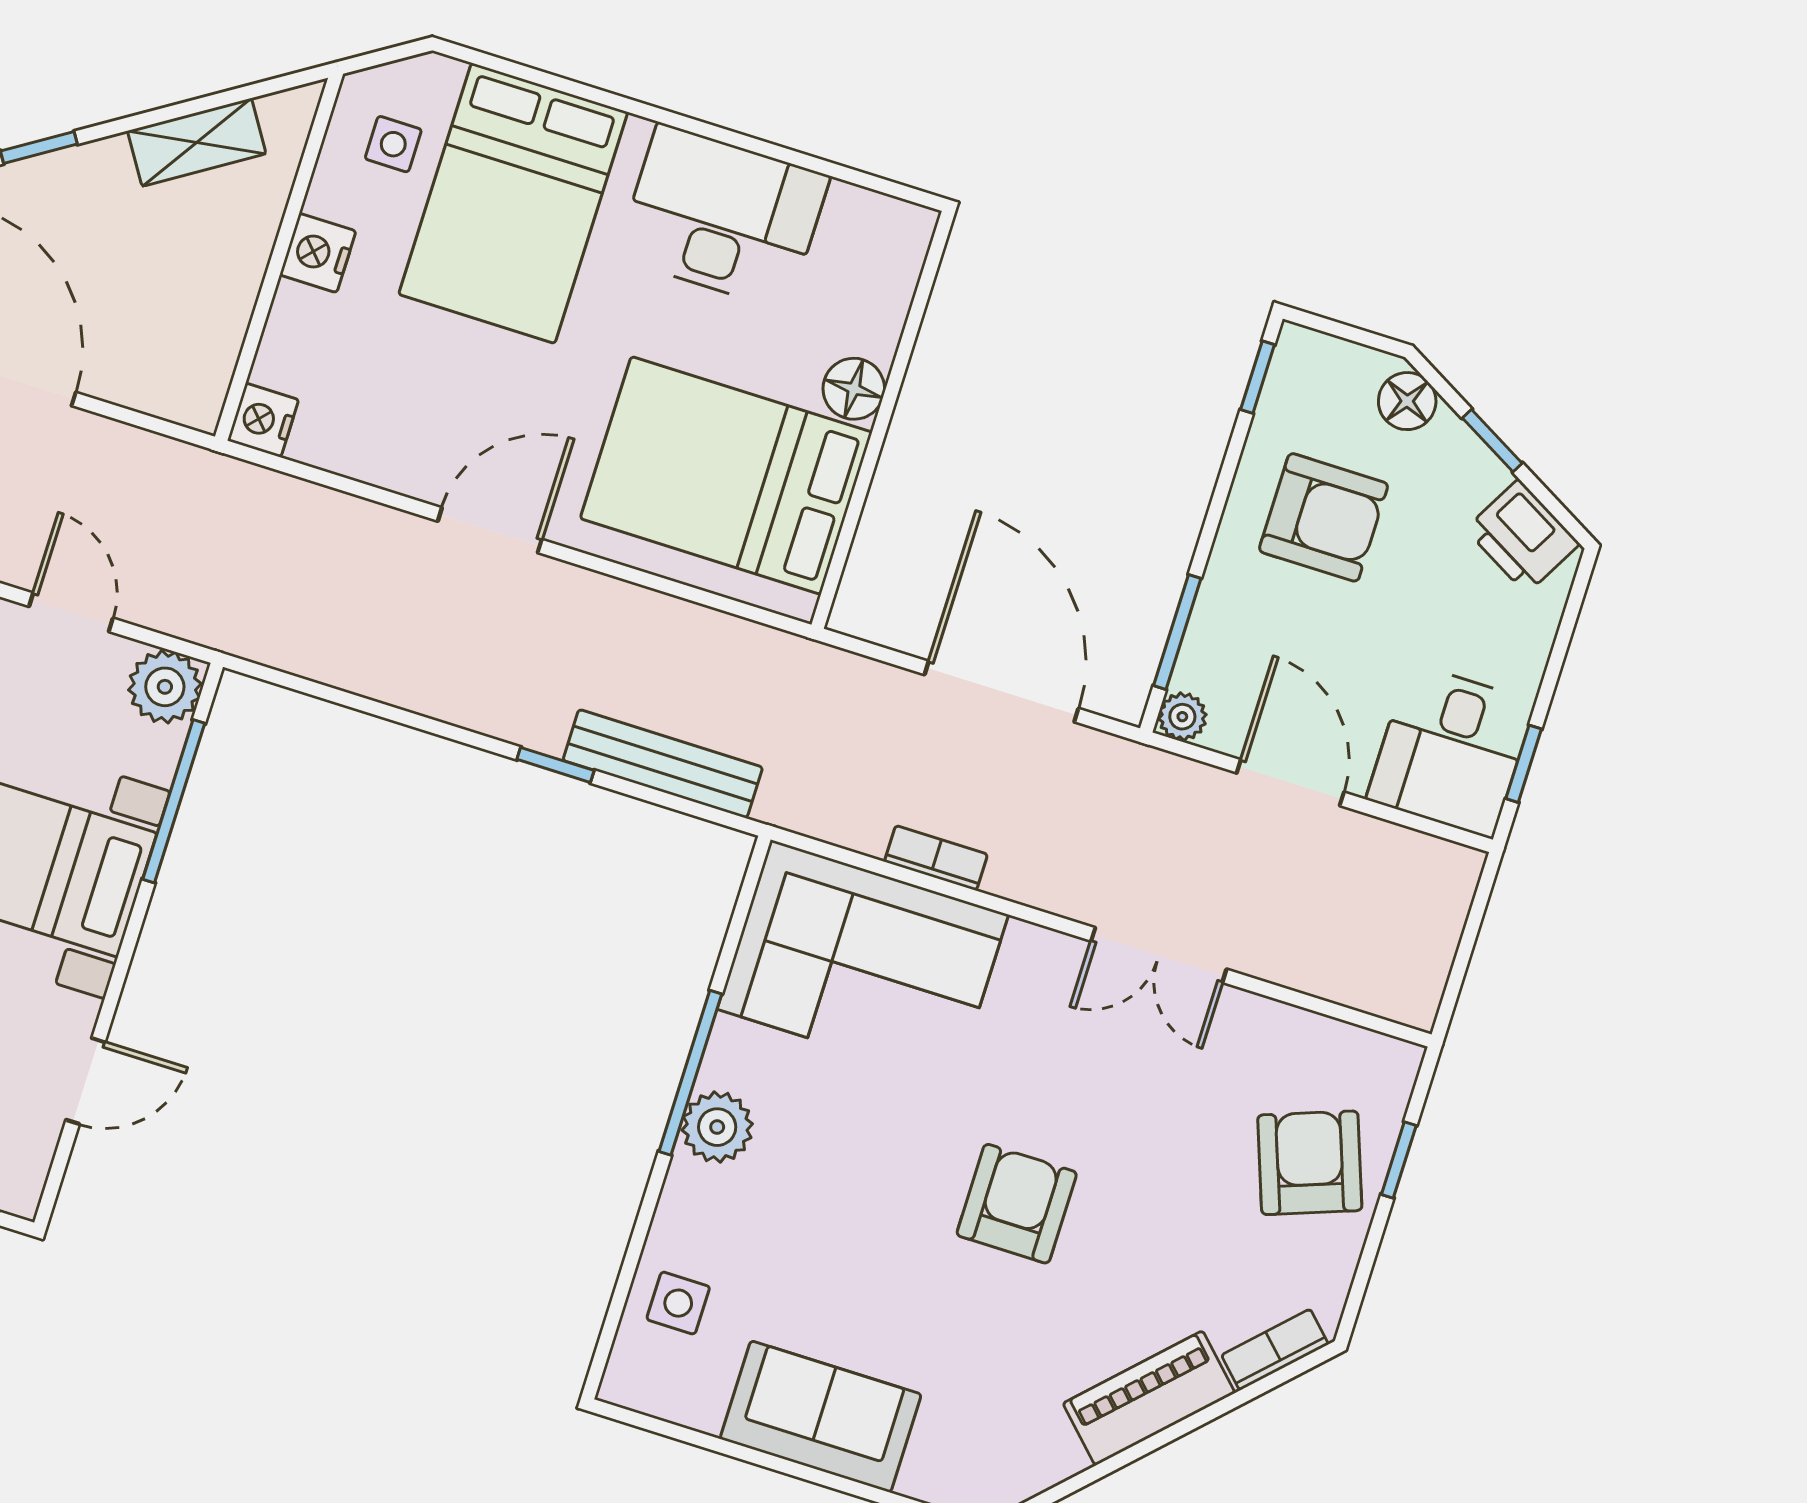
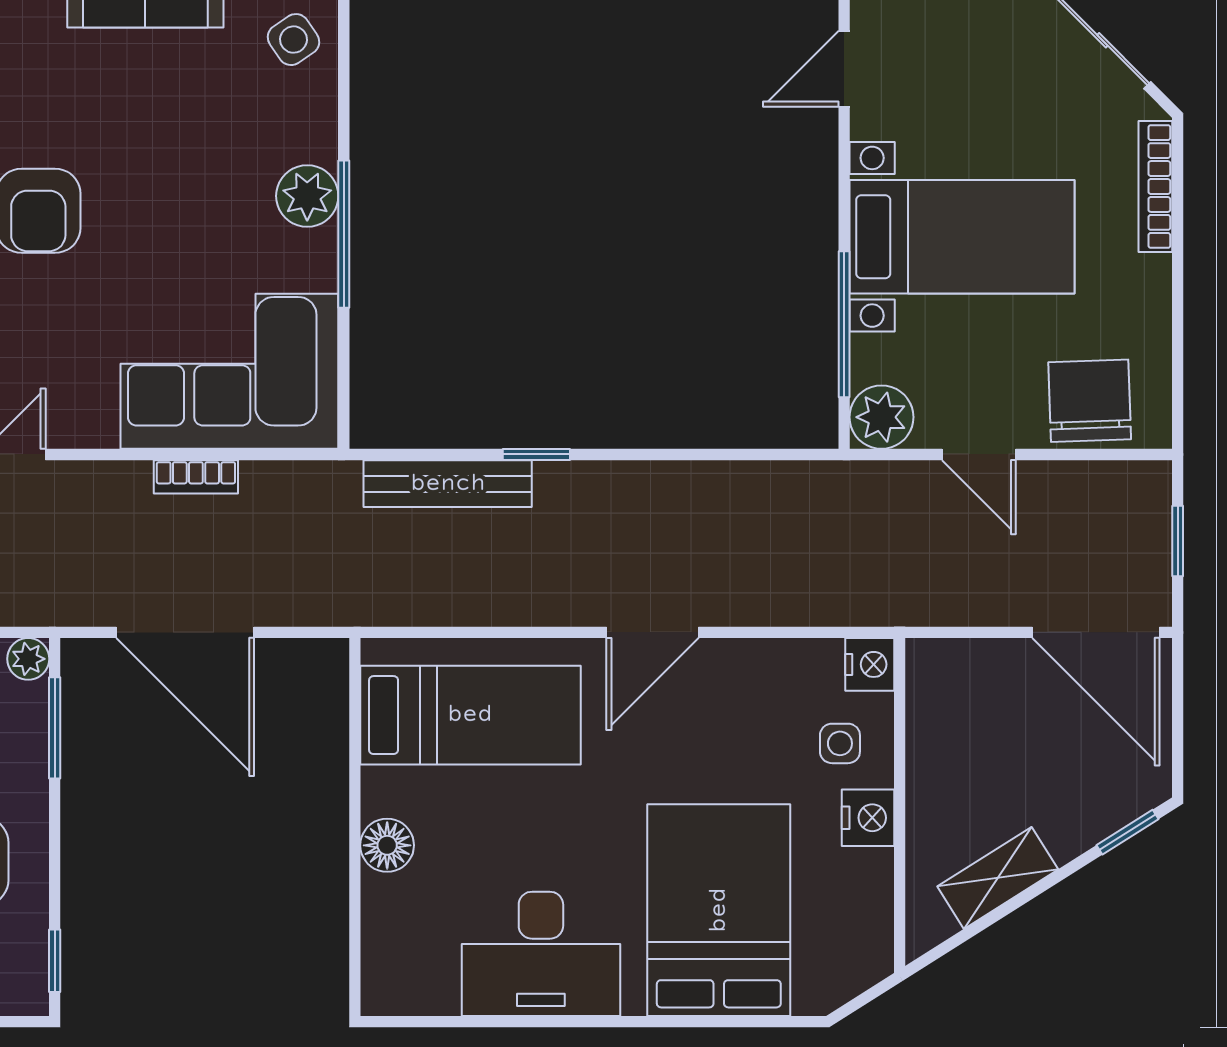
side table: (393, 144) -> (840, 743), moved
bed: (726, 475) -> (470, 715), width x0.67
side table: (678, 1303) -> (293, 40), turned -34

